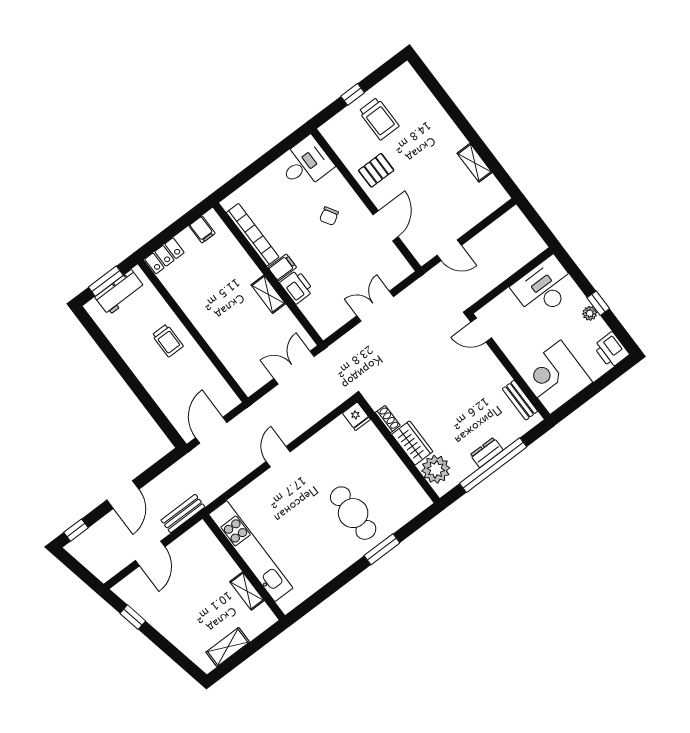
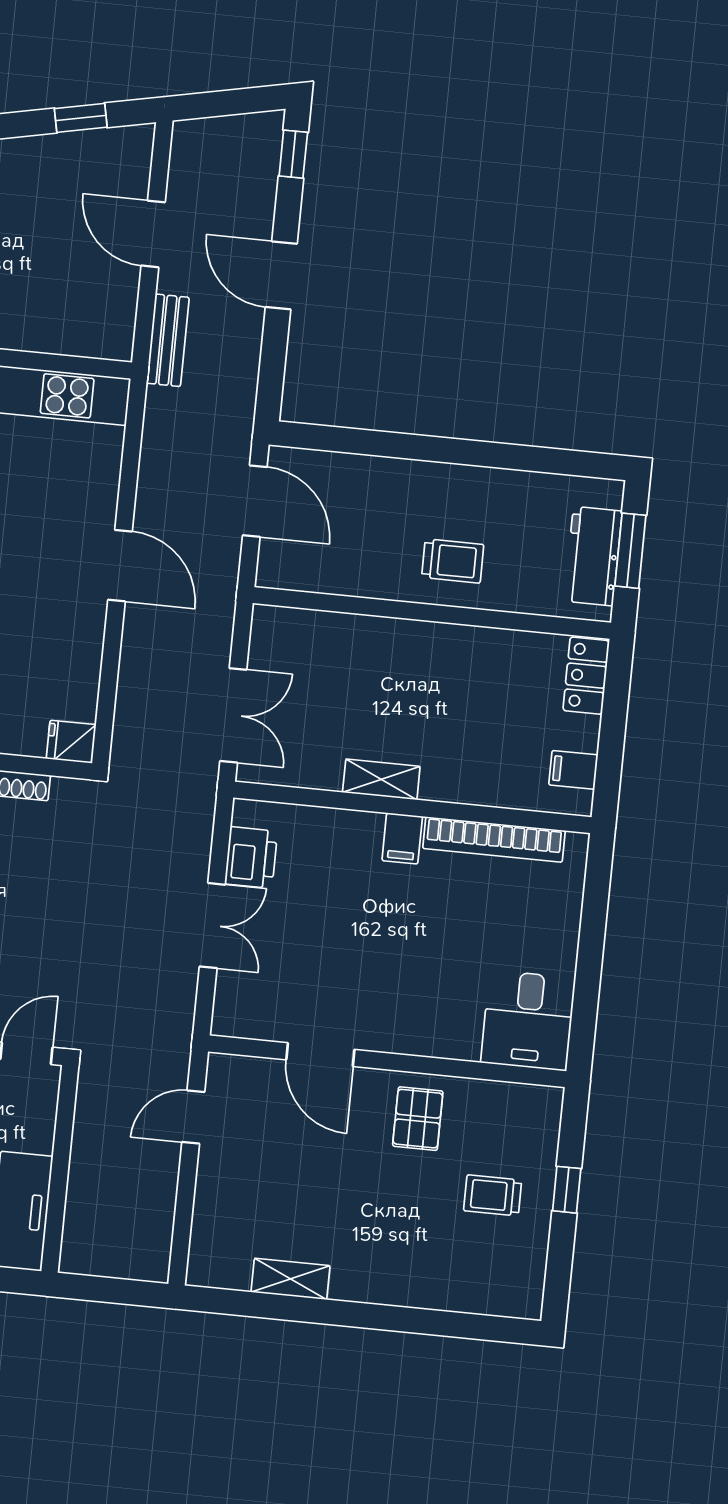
trolley: (379, 119) -> (493, 1195), width x0.73, depth x0.72
chair: (329, 216) -> (415, 982), removed
printer: (297, 287) -> (251, 858), moved, turned -90
trolley: (168, 341) -> (453, 561), turned 180
door: (278, 457) -> (120, 566), width x1.38

